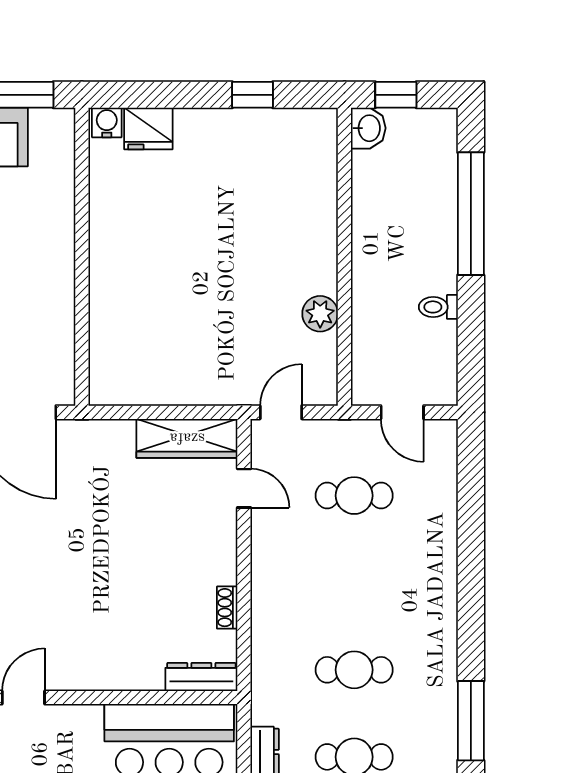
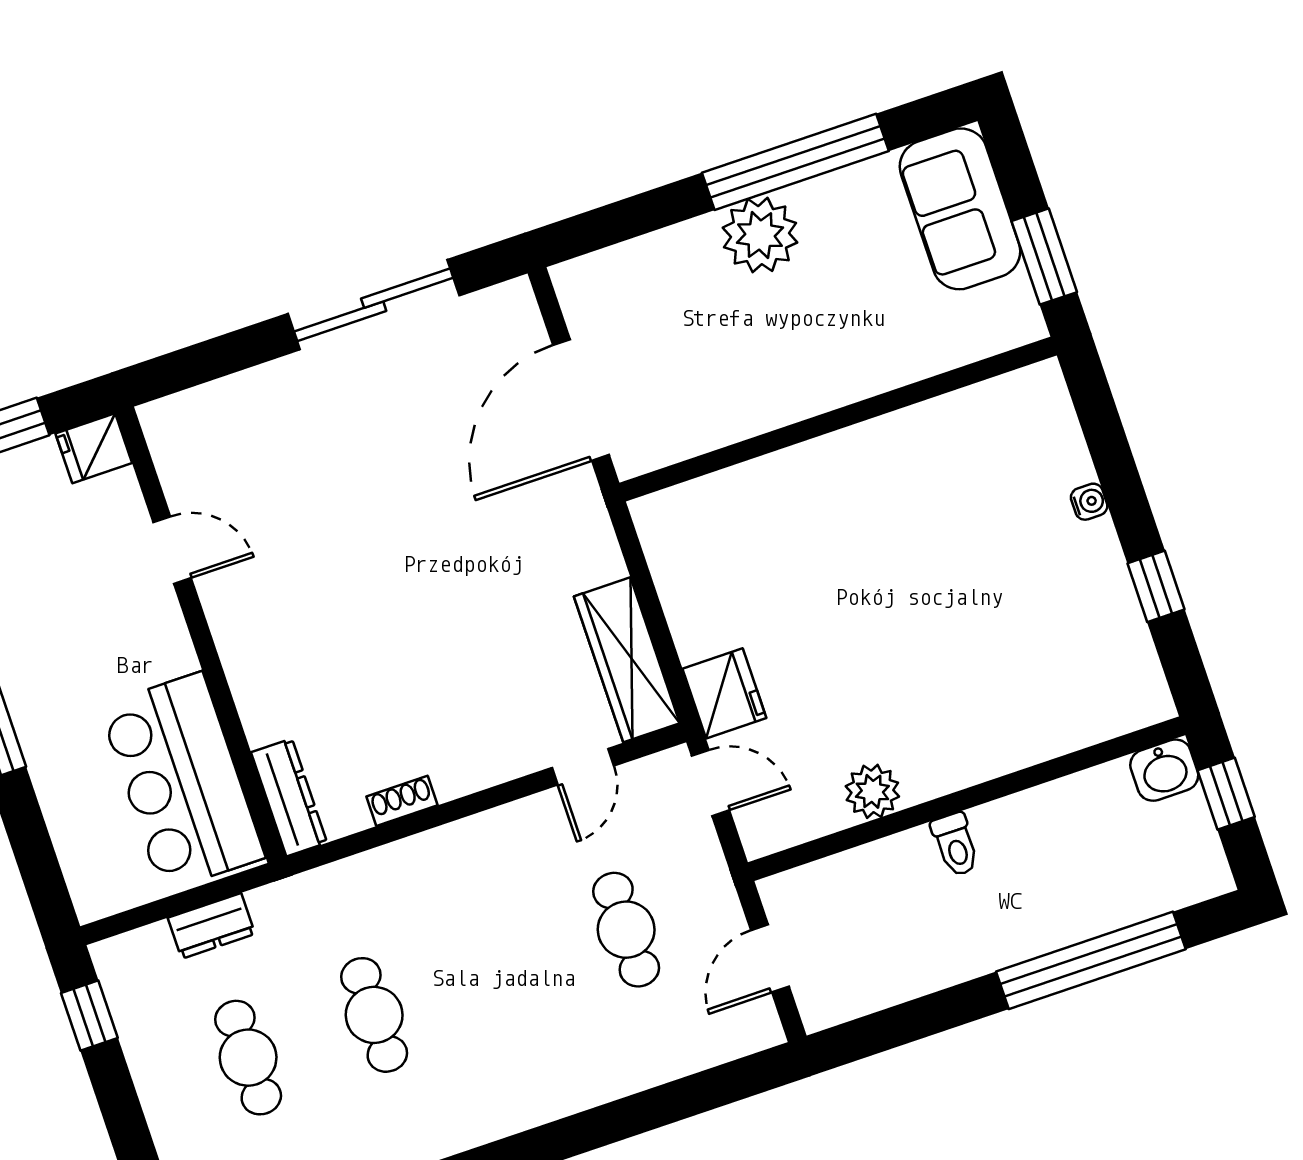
water cooler: (107, 123) -> (1089, 502), moved, width x0.72, depth x0.72
fridge: (148, 129) -> (724, 693), moved, turned 180
toilet: (438, 307) -> (955, 844), moved, turned 180

